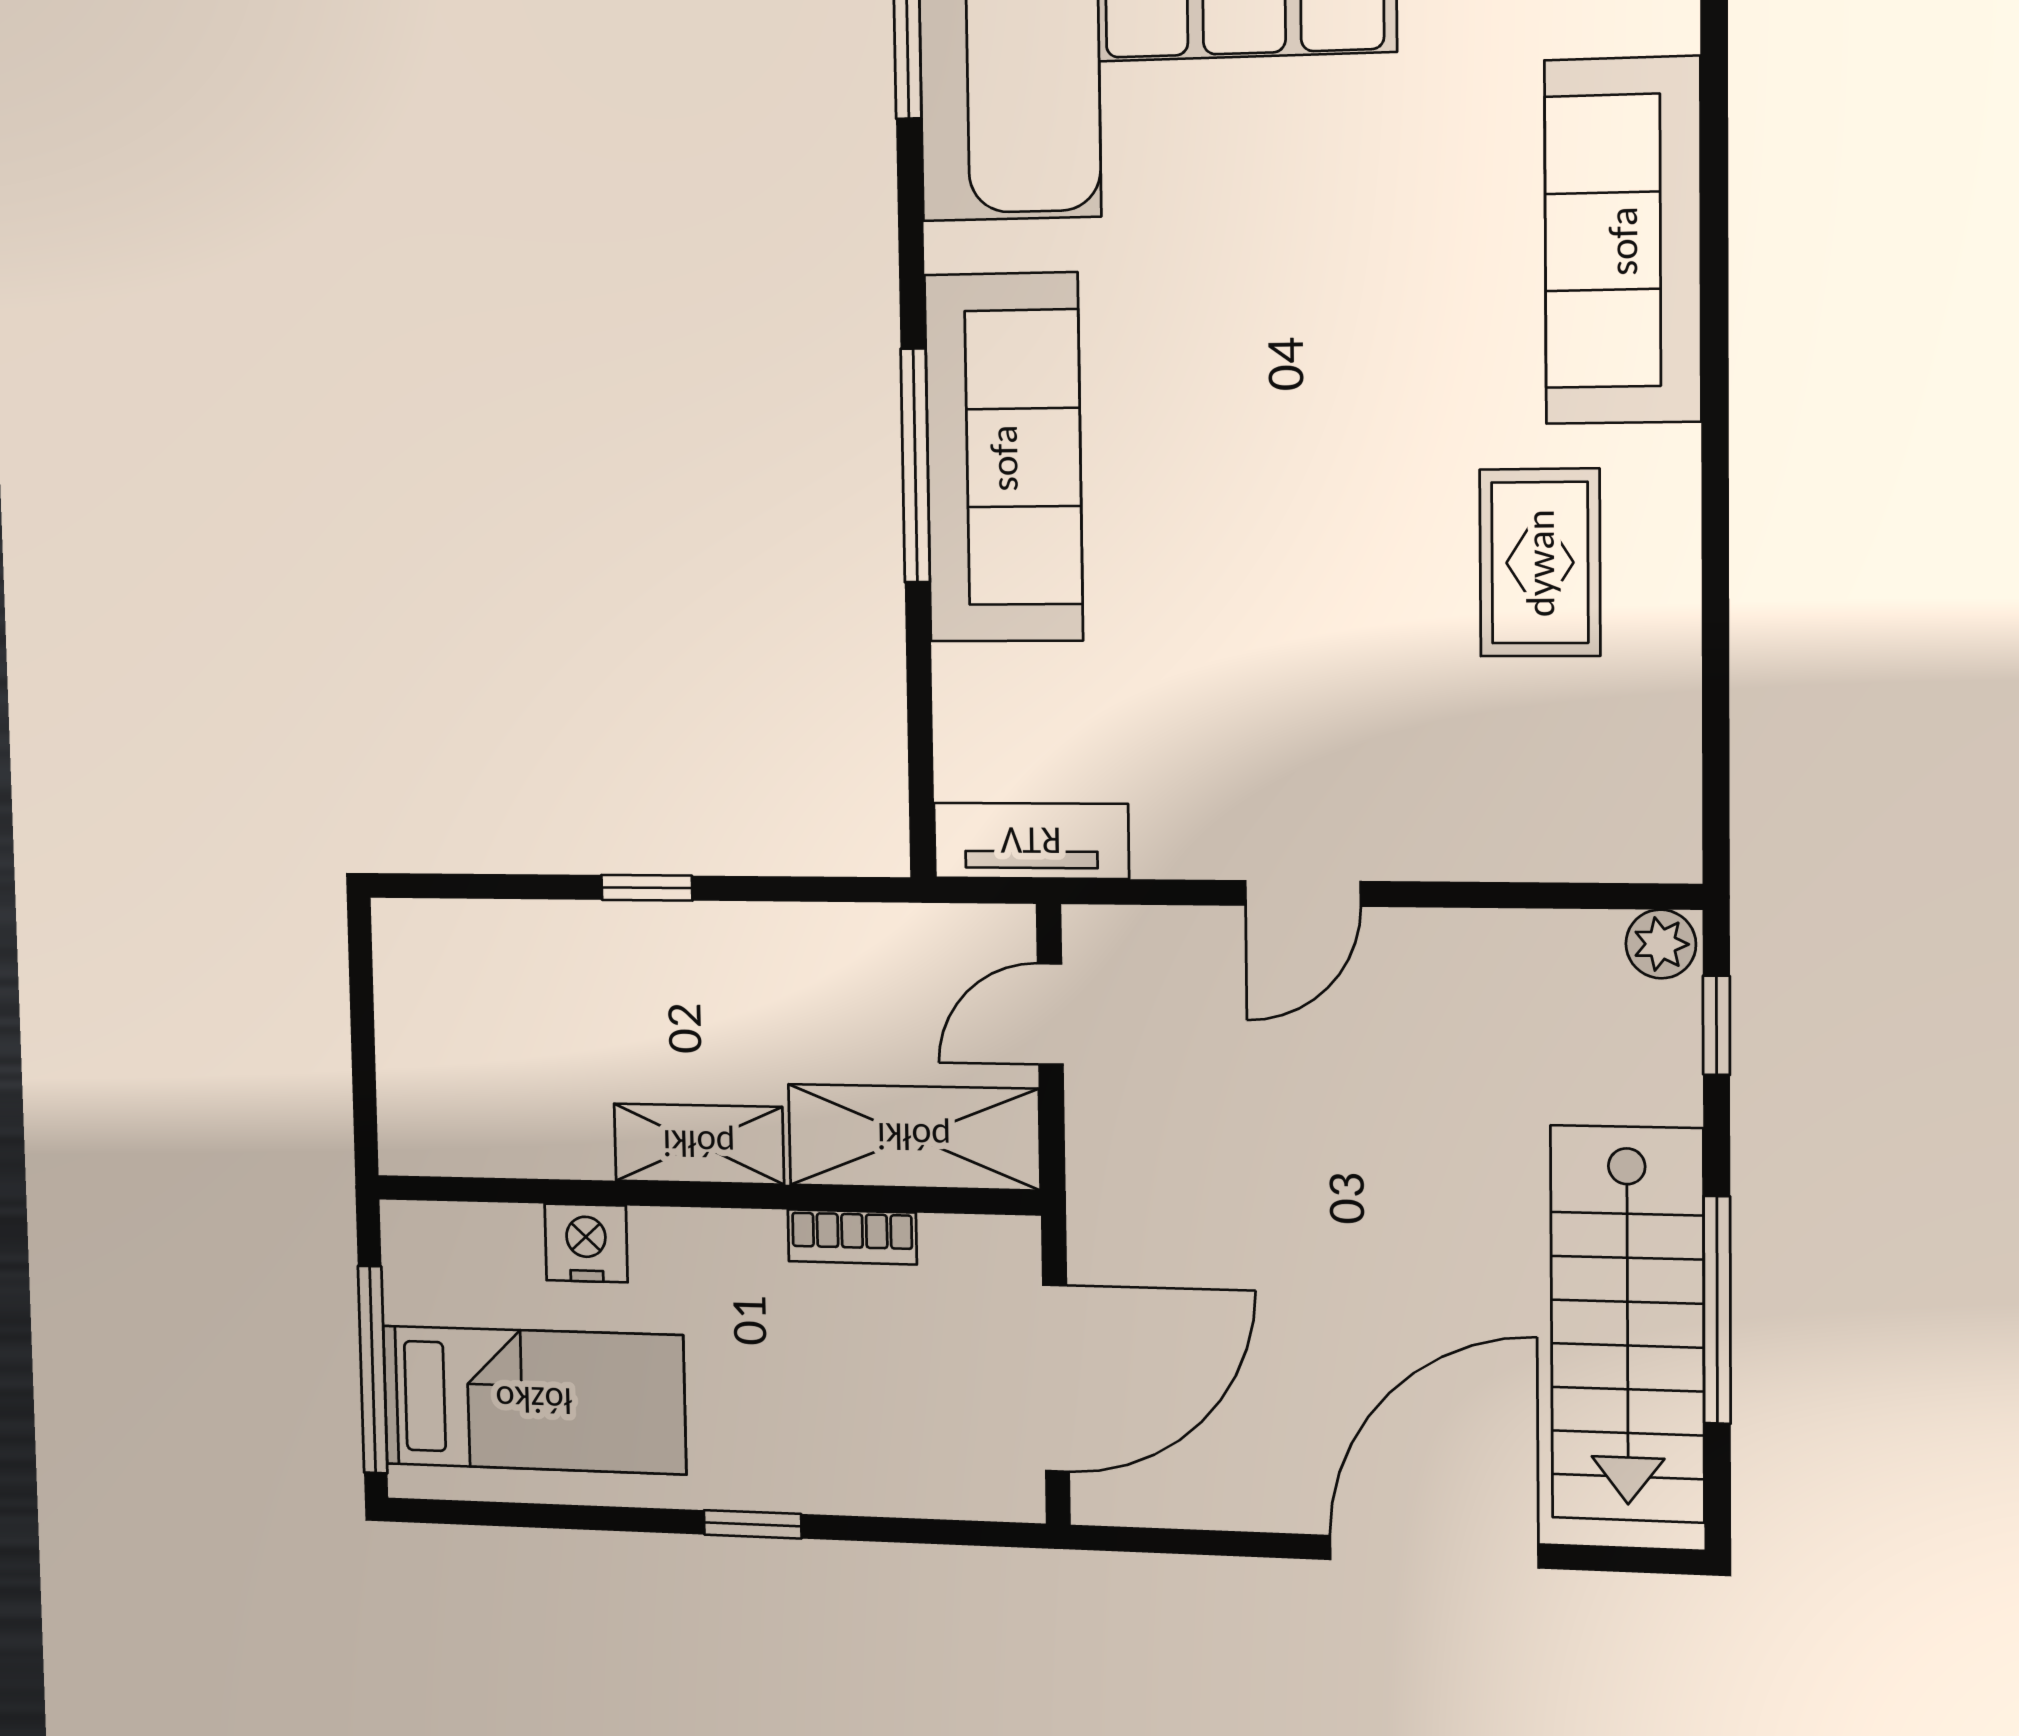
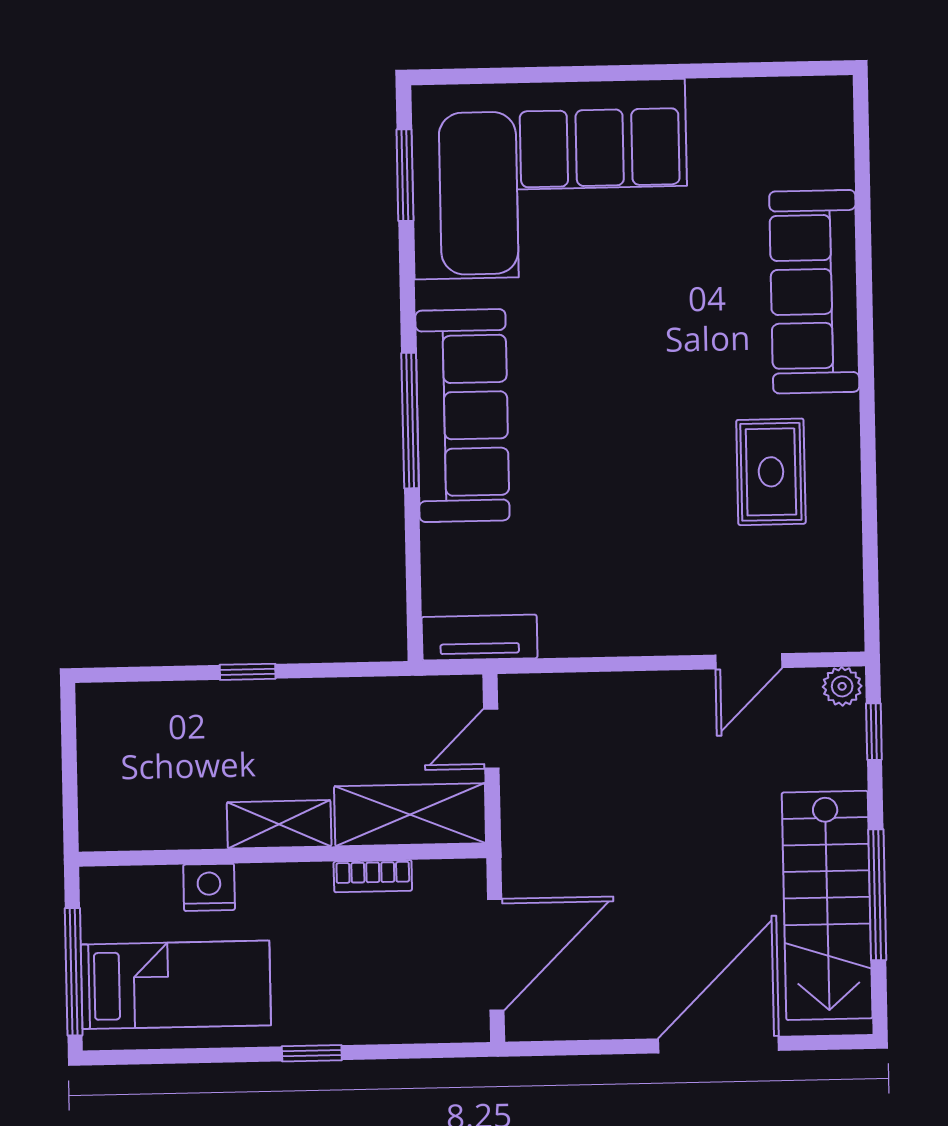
door: (1303, 893) -> (749, 661), moved

